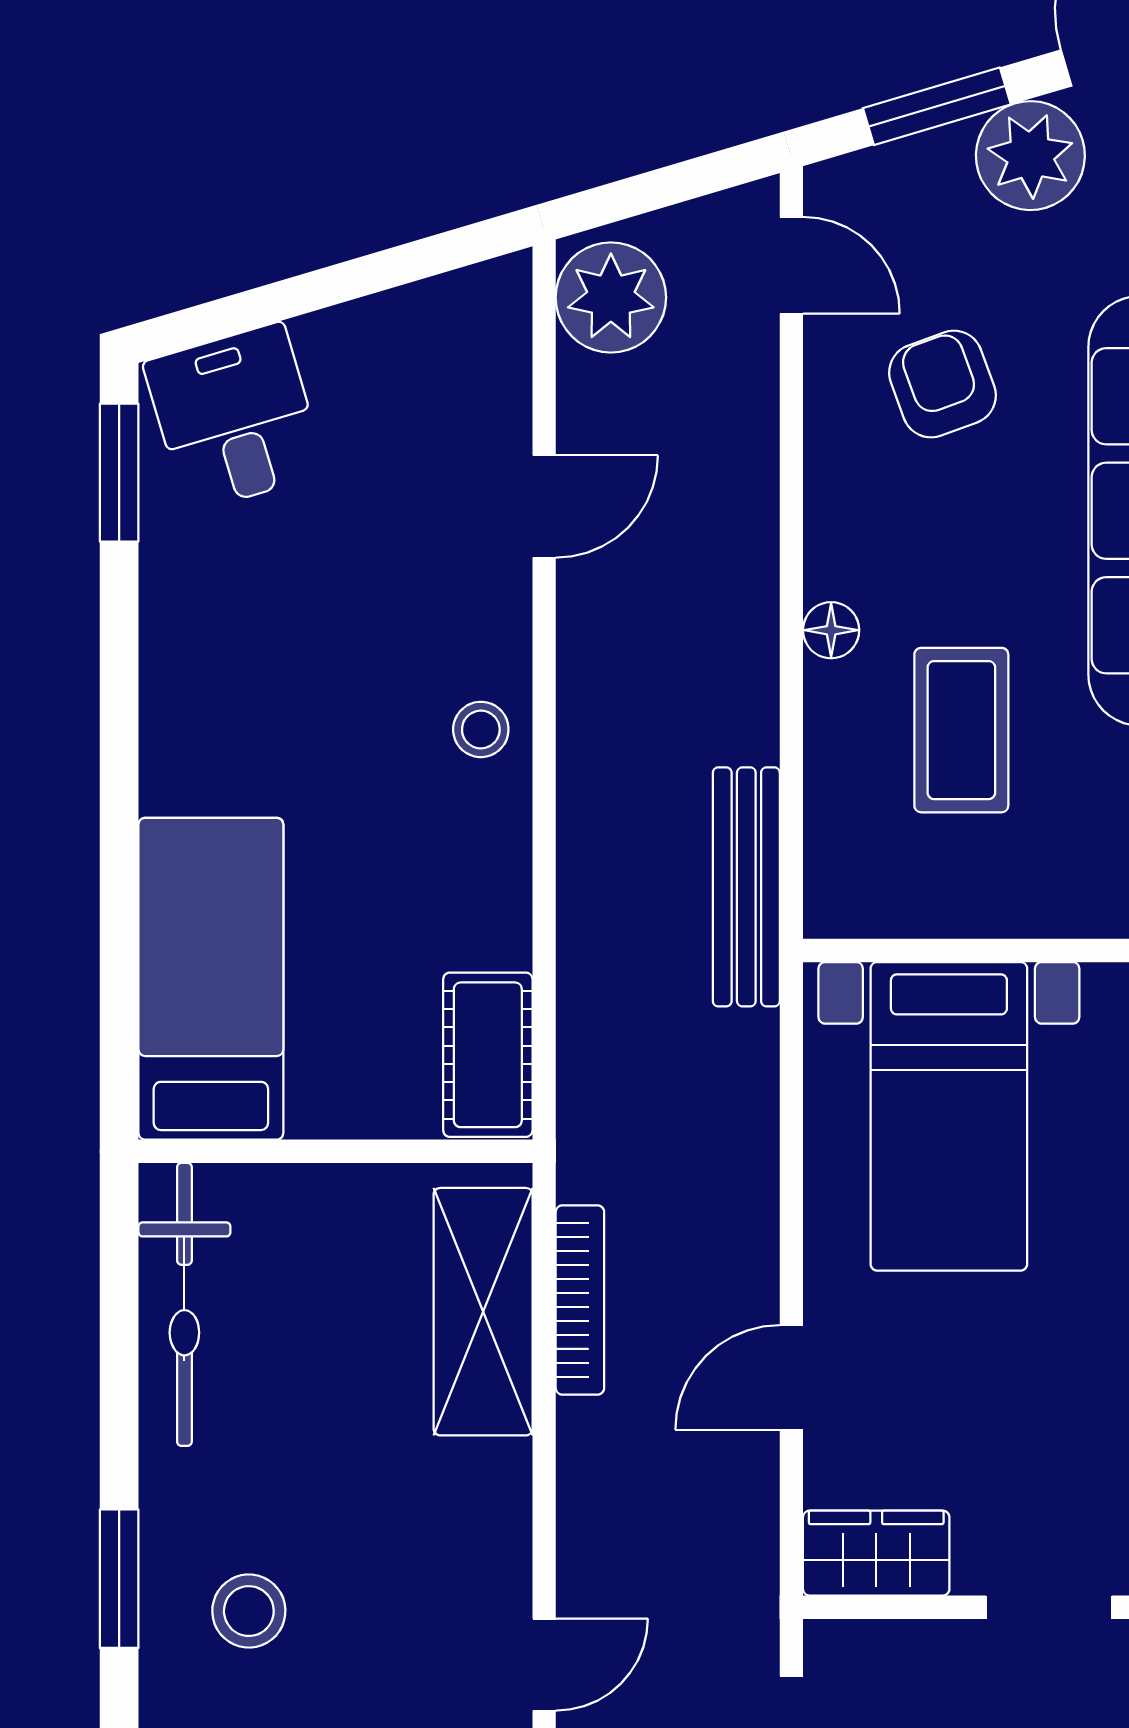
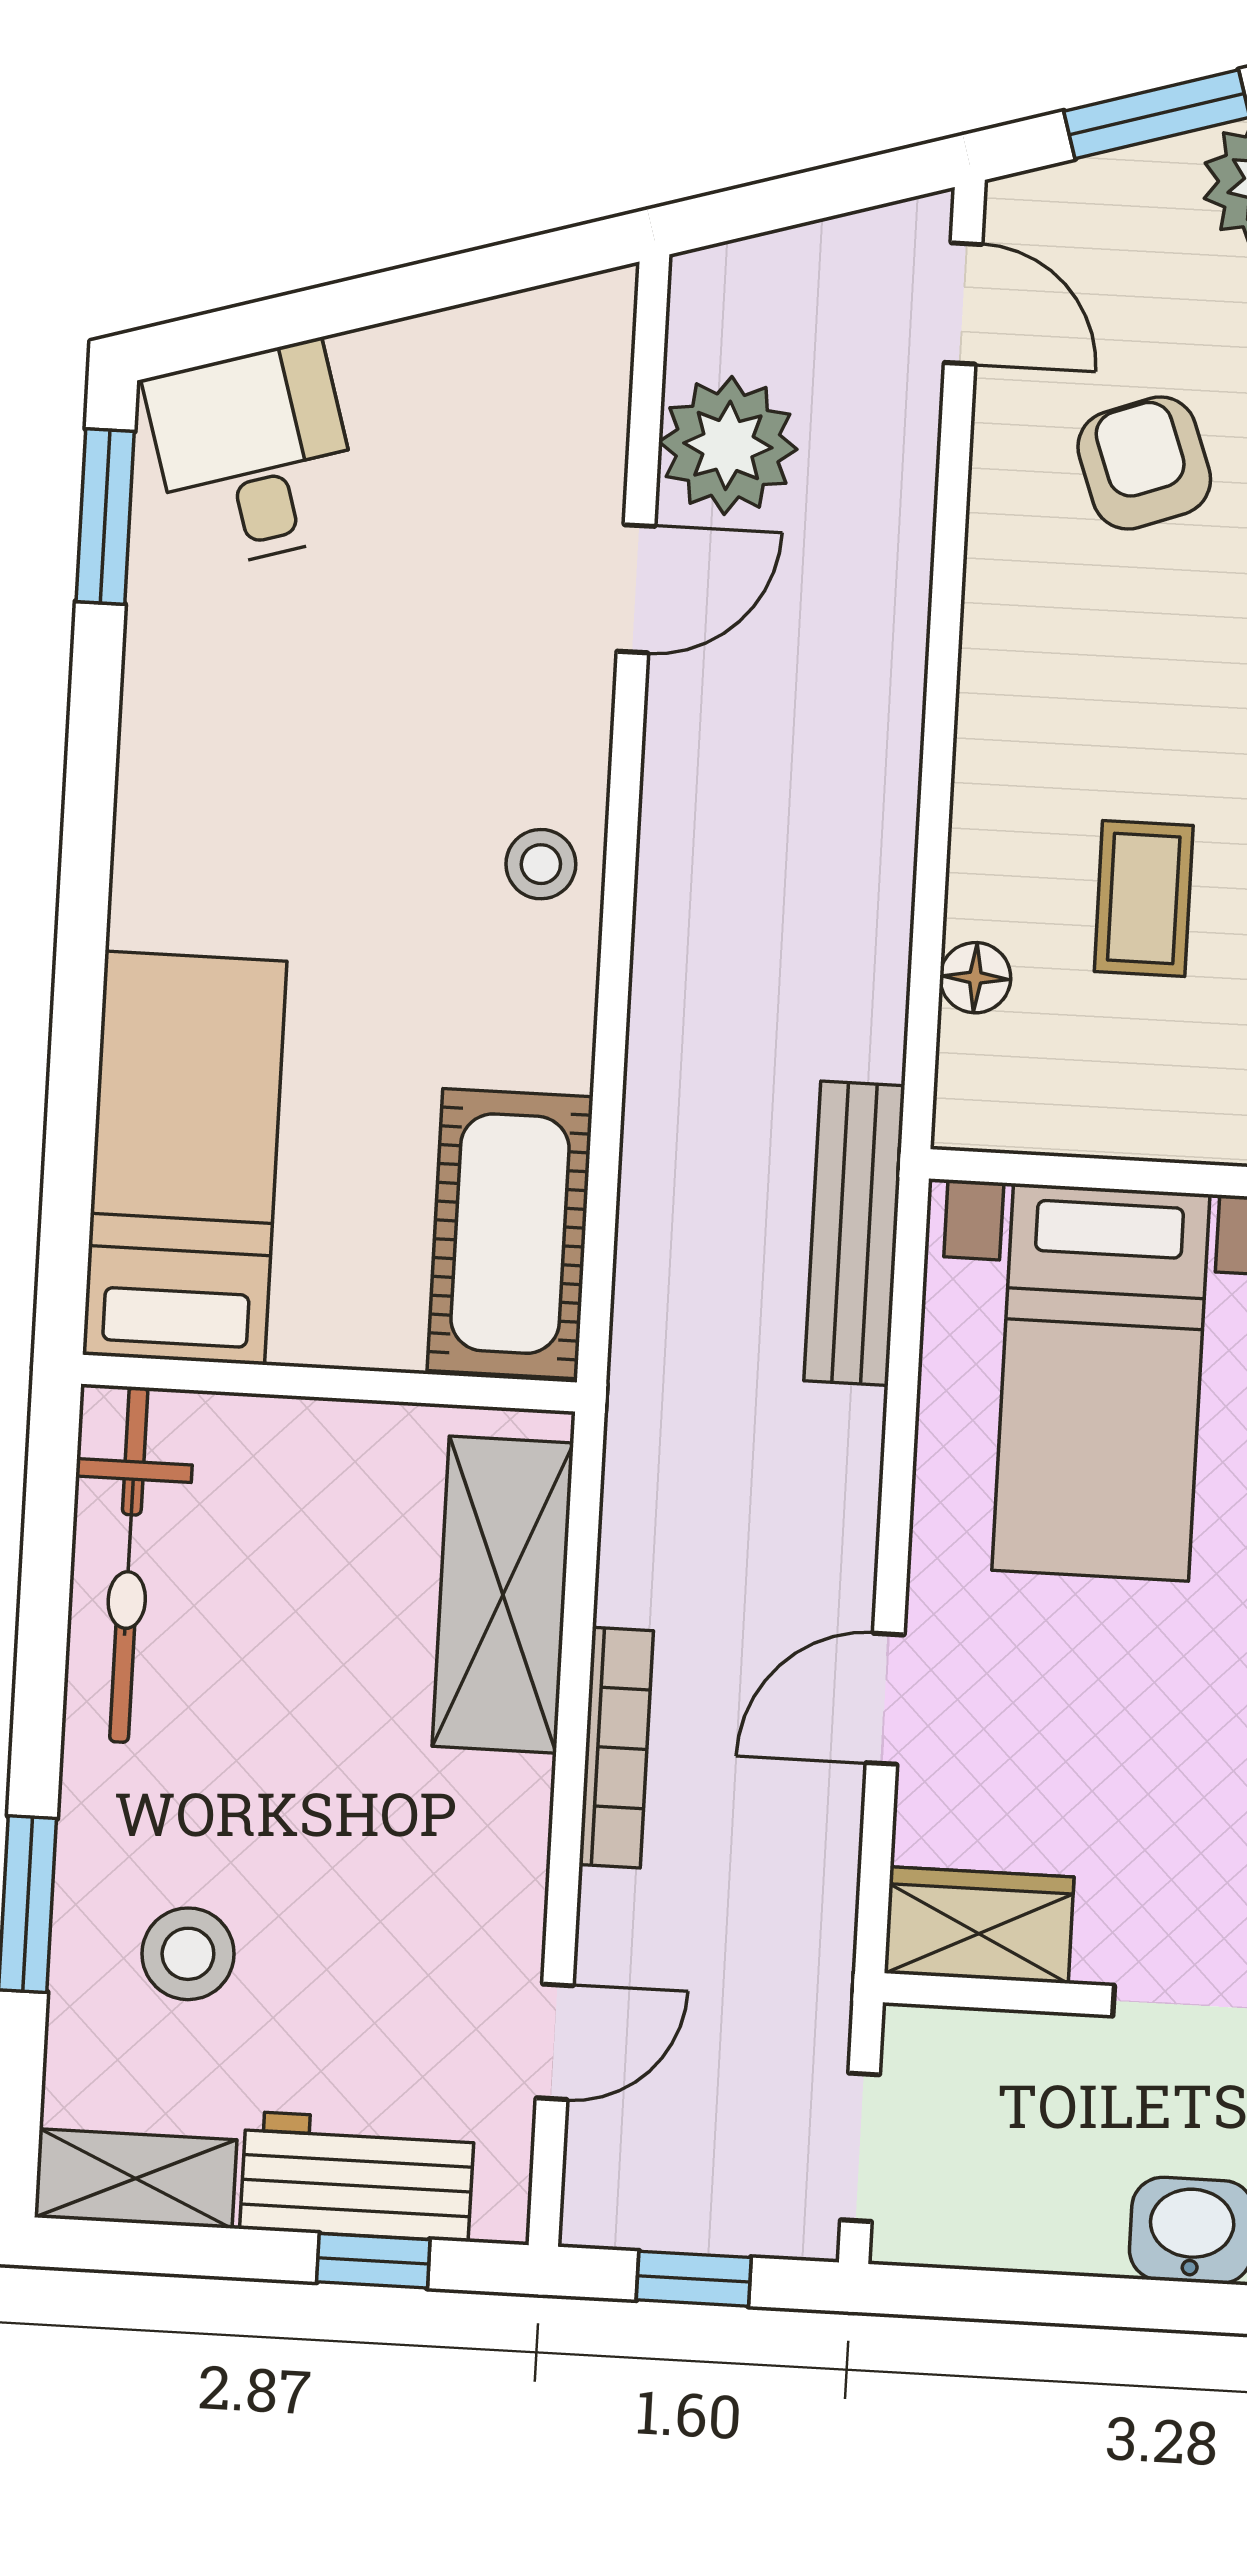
plant: (611, 297) -> (728, 445), moved
floor lamp: (831, 630) -> (975, 978), moved
coffee table: (961, 730) -> (1144, 899), width x0.73, depth x0.77
bench: (746, 887) -> (854, 1233), moved
cot: (488, 1055) -> (510, 1234), width x1.37, depth x1.34
bookcase: (580, 1300) -> (616, 1748), moved

